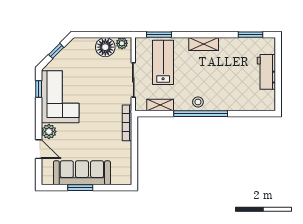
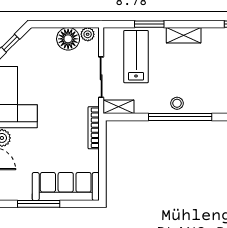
window: (159, 35) -> (149, 24), moved
shelving: (160, 105) -> (119, 107), moved
sofa: (82, 173) -> (66, 186), moved
window: (80, 188) -> (39, 204), width x1.44

